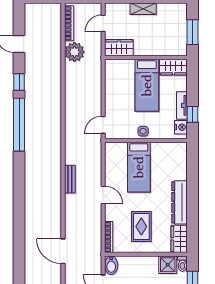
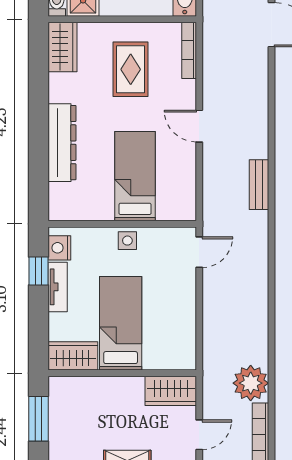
bench: (70, 179) -> (259, 185), moved
dresser: (179, 202) -> (62, 143), moved

